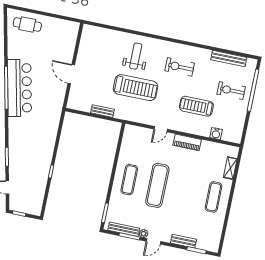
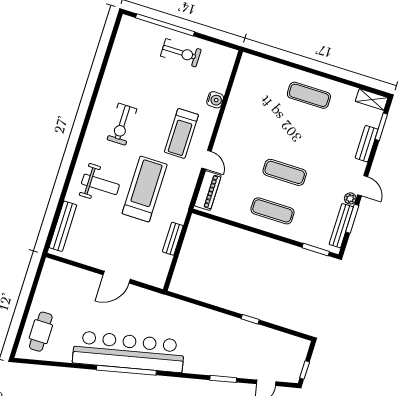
weight bench: (136, 56) -> (100, 184), turned 180
bench: (229, 59) -> (63, 226), moved
bar counter: (19, 88) -> (129, 352), width x1.36
exercise bike: (231, 90) -> (181, 53), moved, turned -90
treadmill: (196, 106) -> (181, 133), moved
water cooler: (216, 134) -> (215, 100), moved
piano: (187, 142) -> (208, 191), moved
shelving: (230, 168) -> (372, 99), moved
exercise mat: (157, 185) -> (285, 172), width x0.73, depth x0.69

